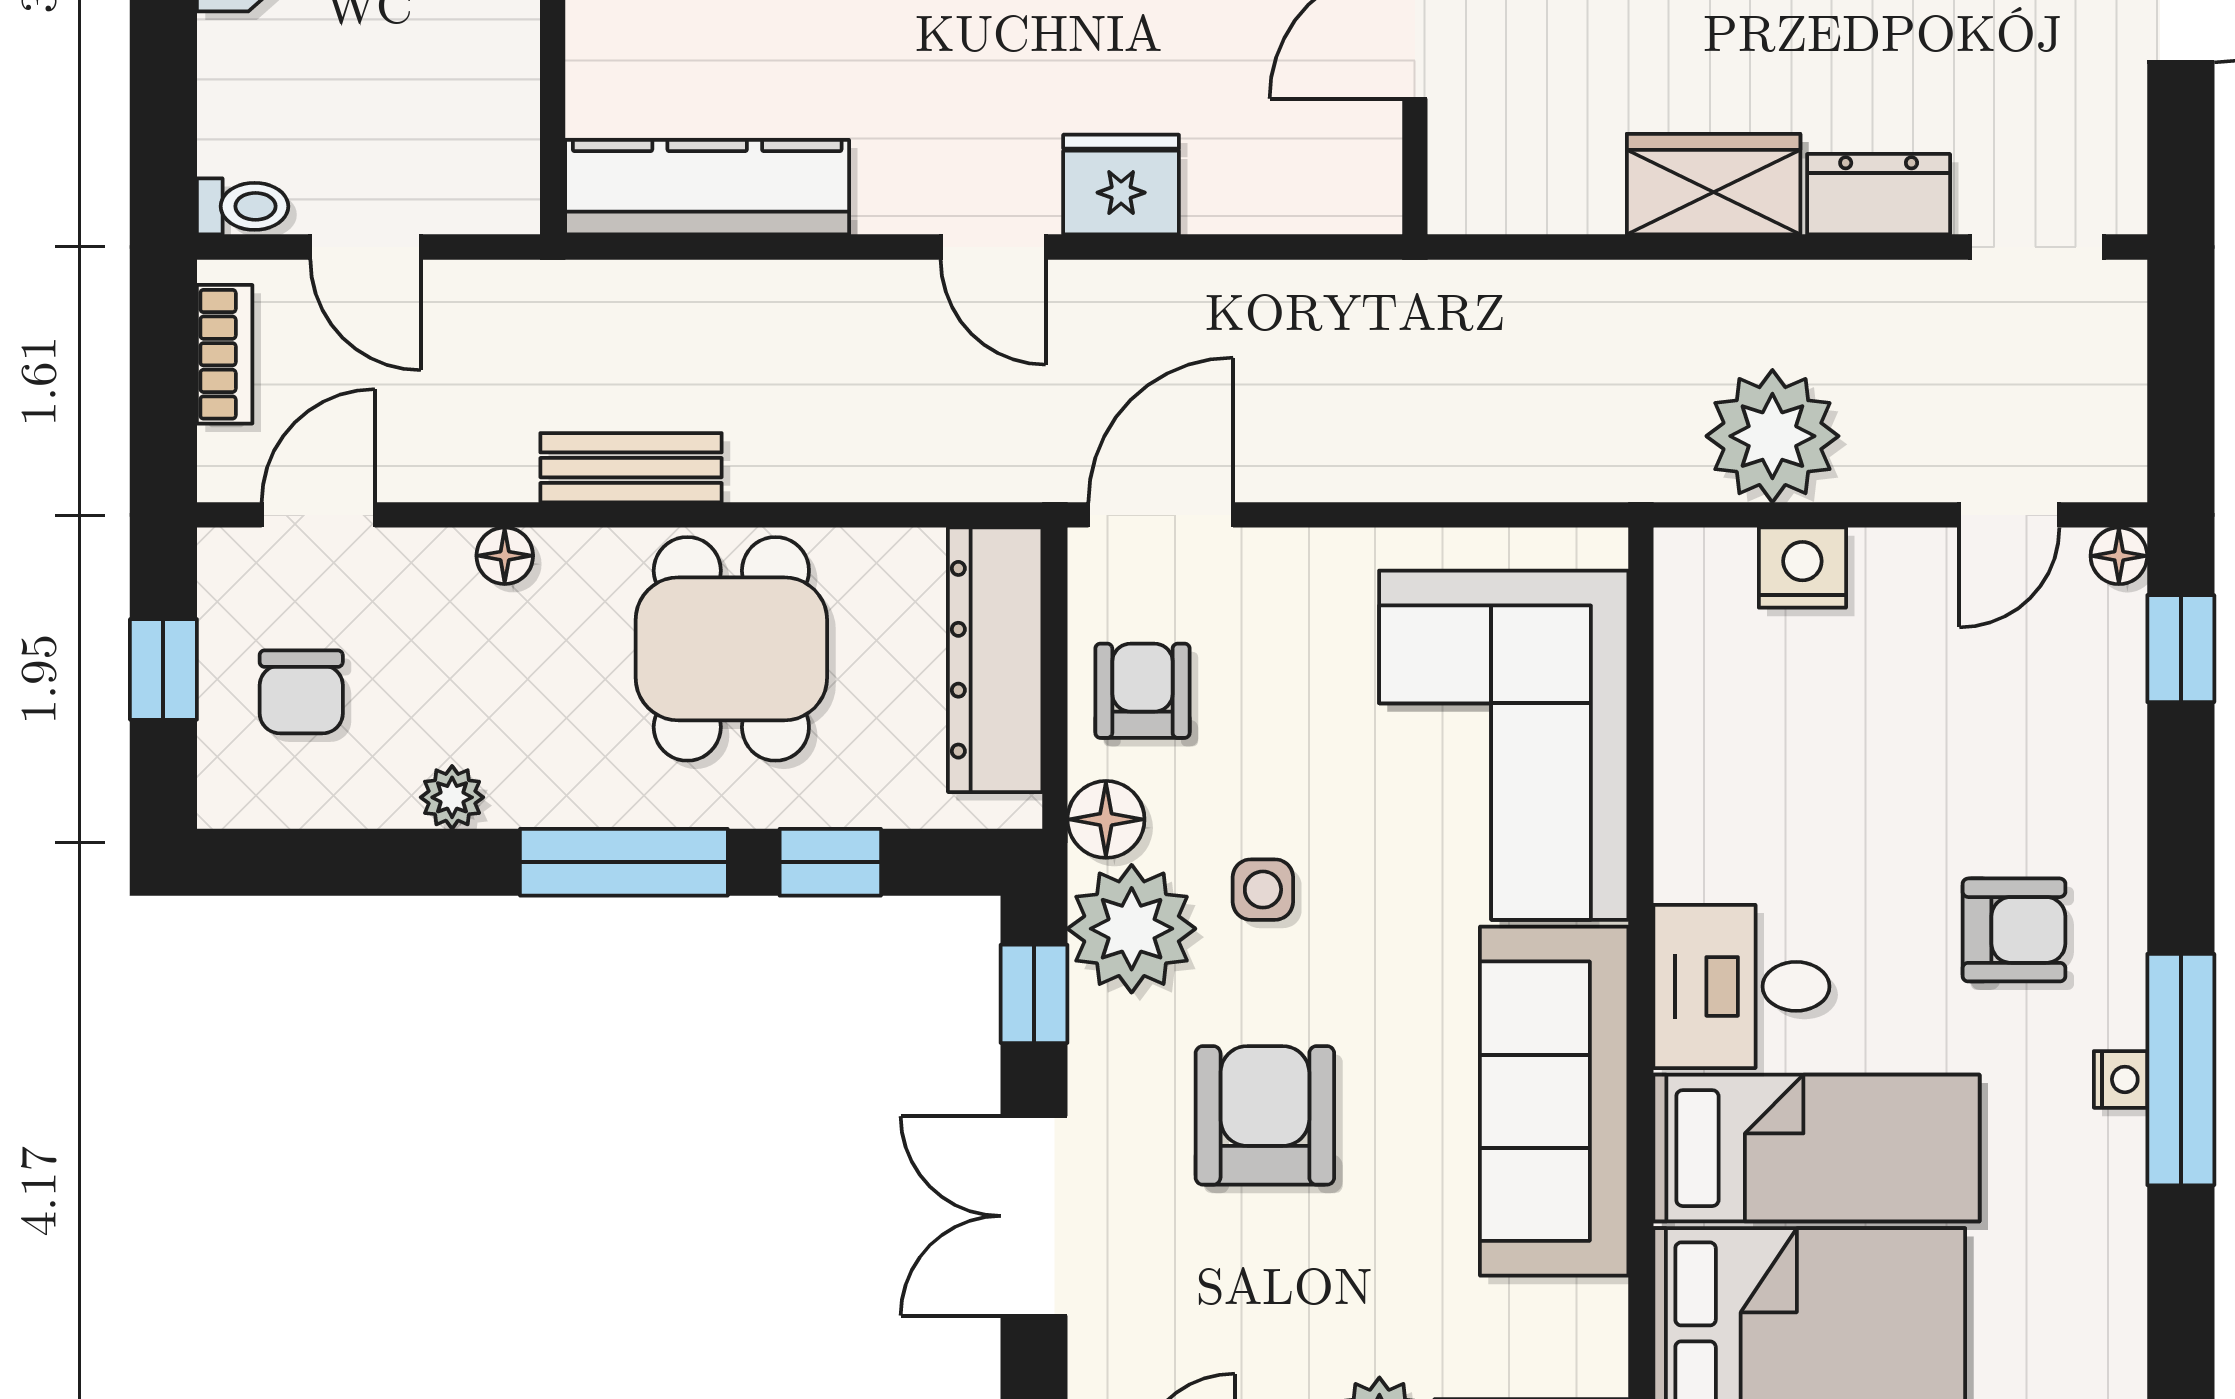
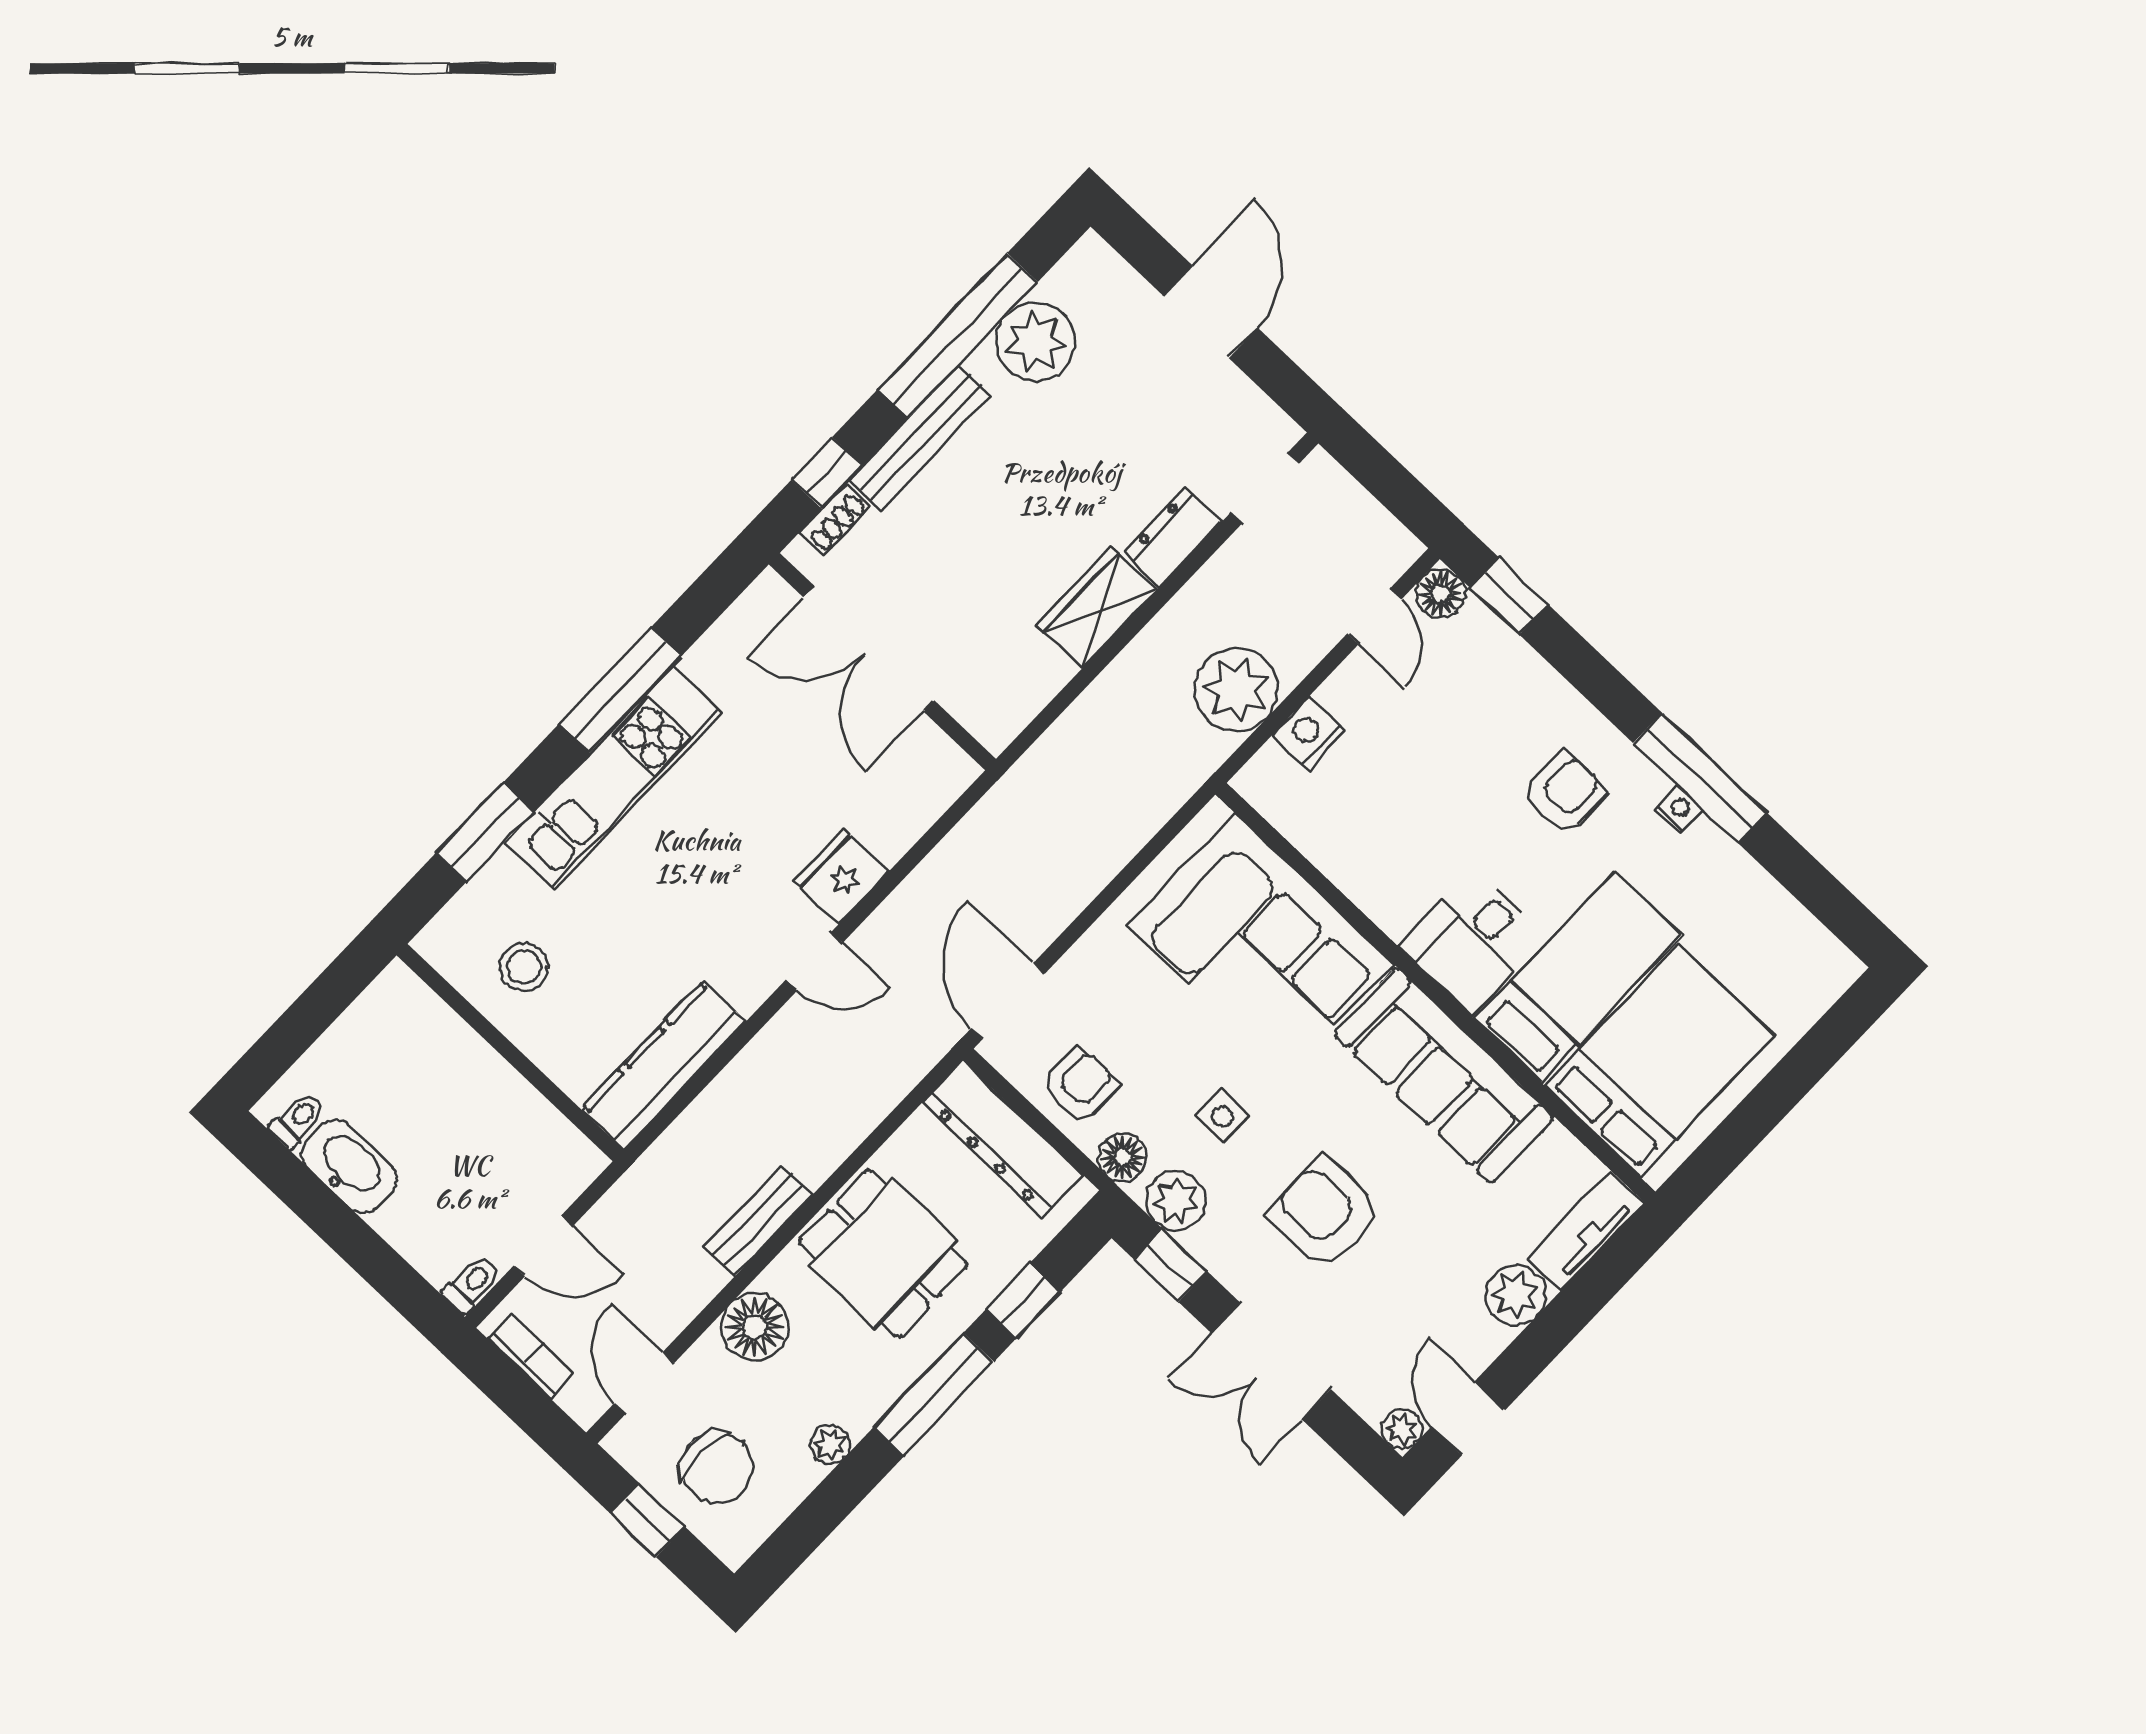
floor lamp: (505, 556) -> (755, 1327), width x1.89, depth x1.89
floor lamp: (2119, 556) -> (1441, 593), width x1.37, depth x1.37
armchair: (1142, 691) -> (1080, 1085), turned 90
chair: (301, 692) -> (717, 1467), width x1.37, depth x1.37
plant: (1132, 929) -> (1176, 1201), width x0.73, depth x0.73

